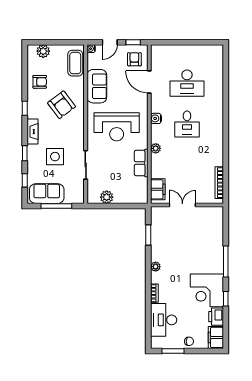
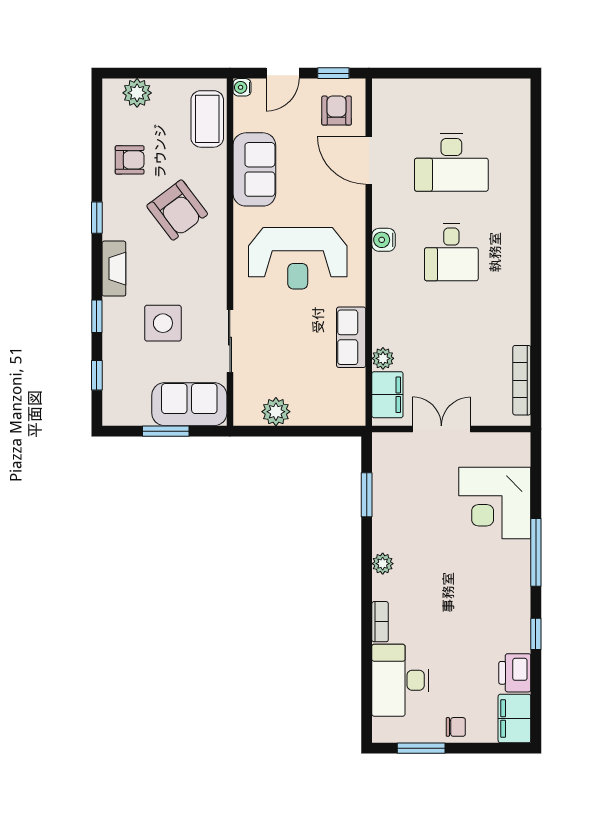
plant: (156, 148) -> (383, 358), moved
sofa: (47, 194) -> (189, 404), moved
window: (56, 206) -> (166, 431), width x0.69
corner desk: (207, 290) -> (495, 503), moved

